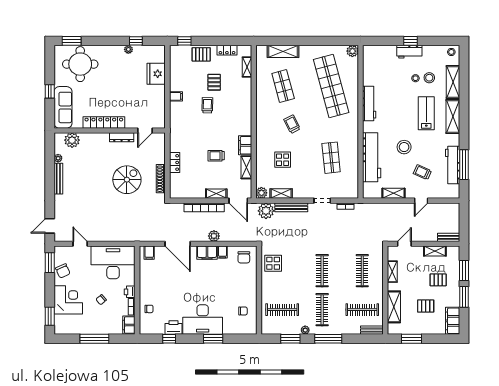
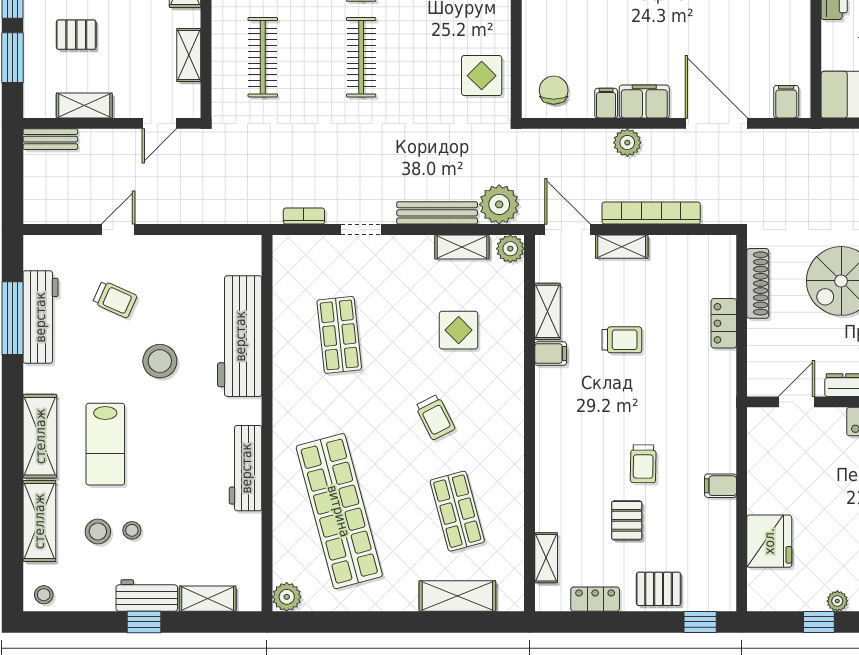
filing cabinet: (245, 145) -> (551, 354), width x0.50
shelving: (393, 193) -> (208, 599), moved

